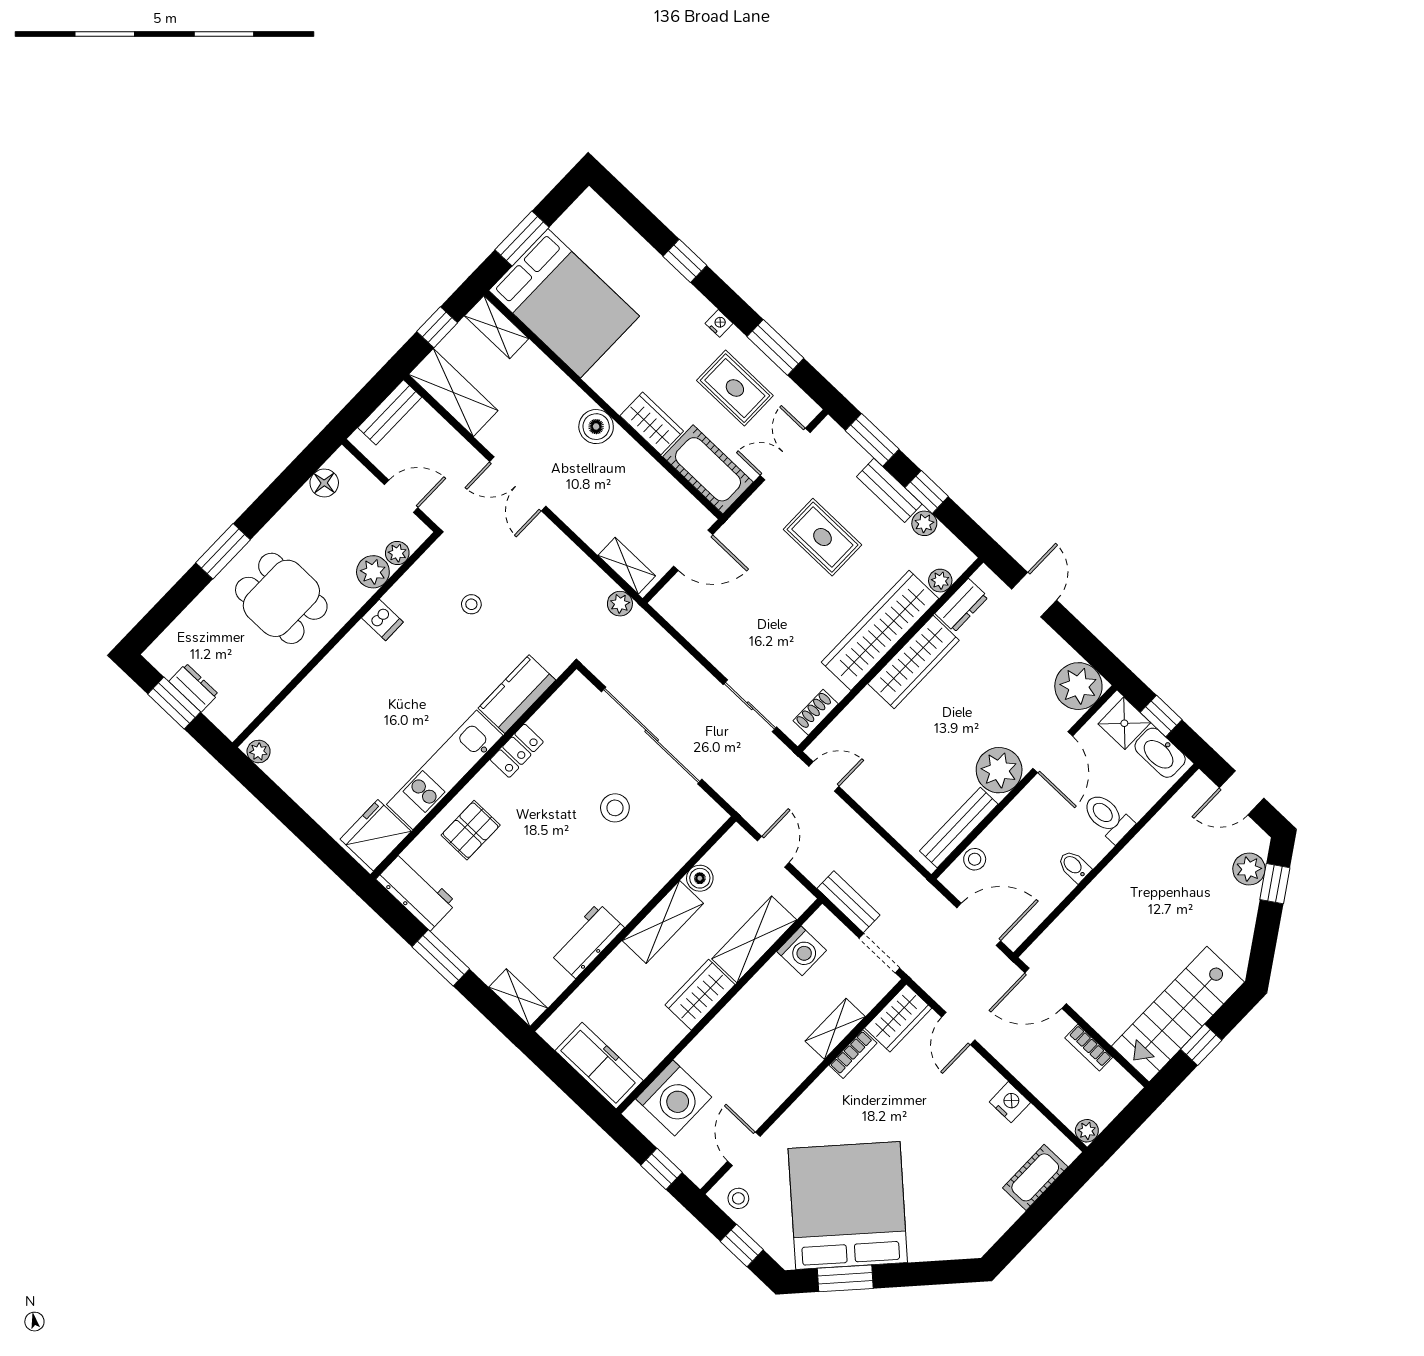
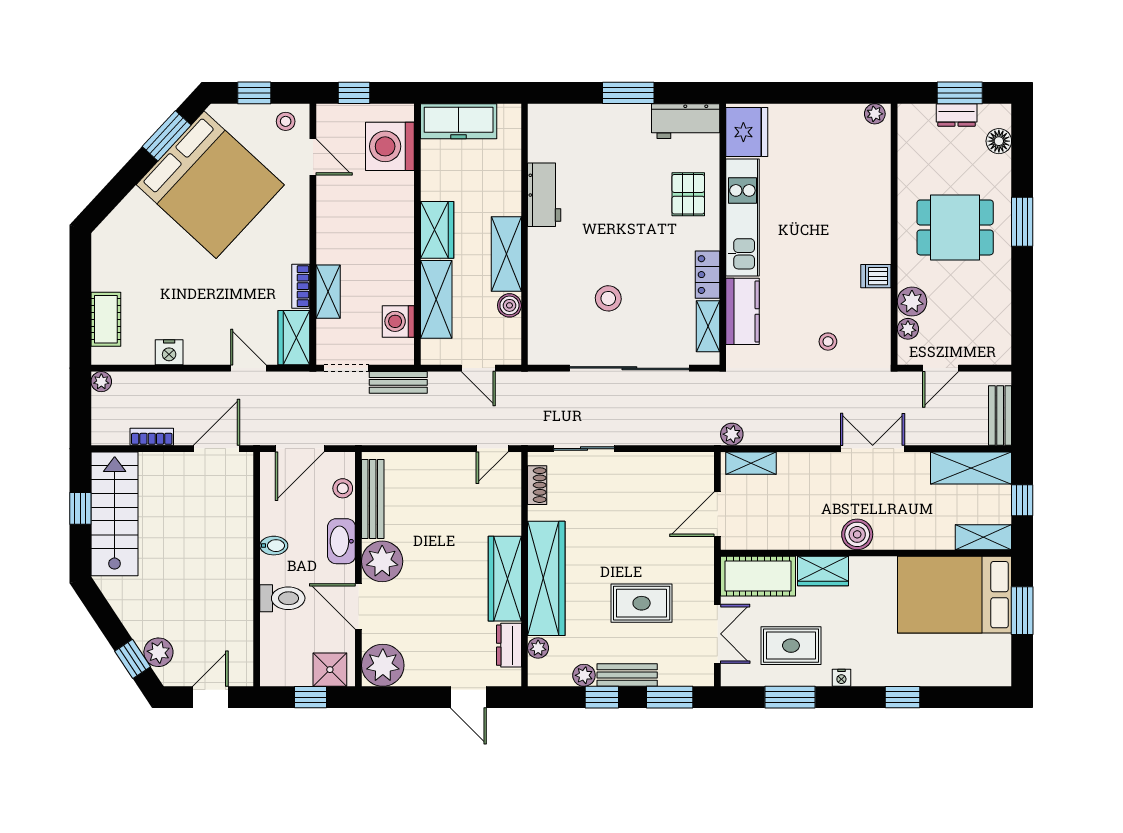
floor lamp: (324, 483) -> (999, 141), moved
washbasin: (1160, 753) -> (341, 541), moved, turned -90
shelving: (518, 998) -> (708, 326), moved, turned 90

